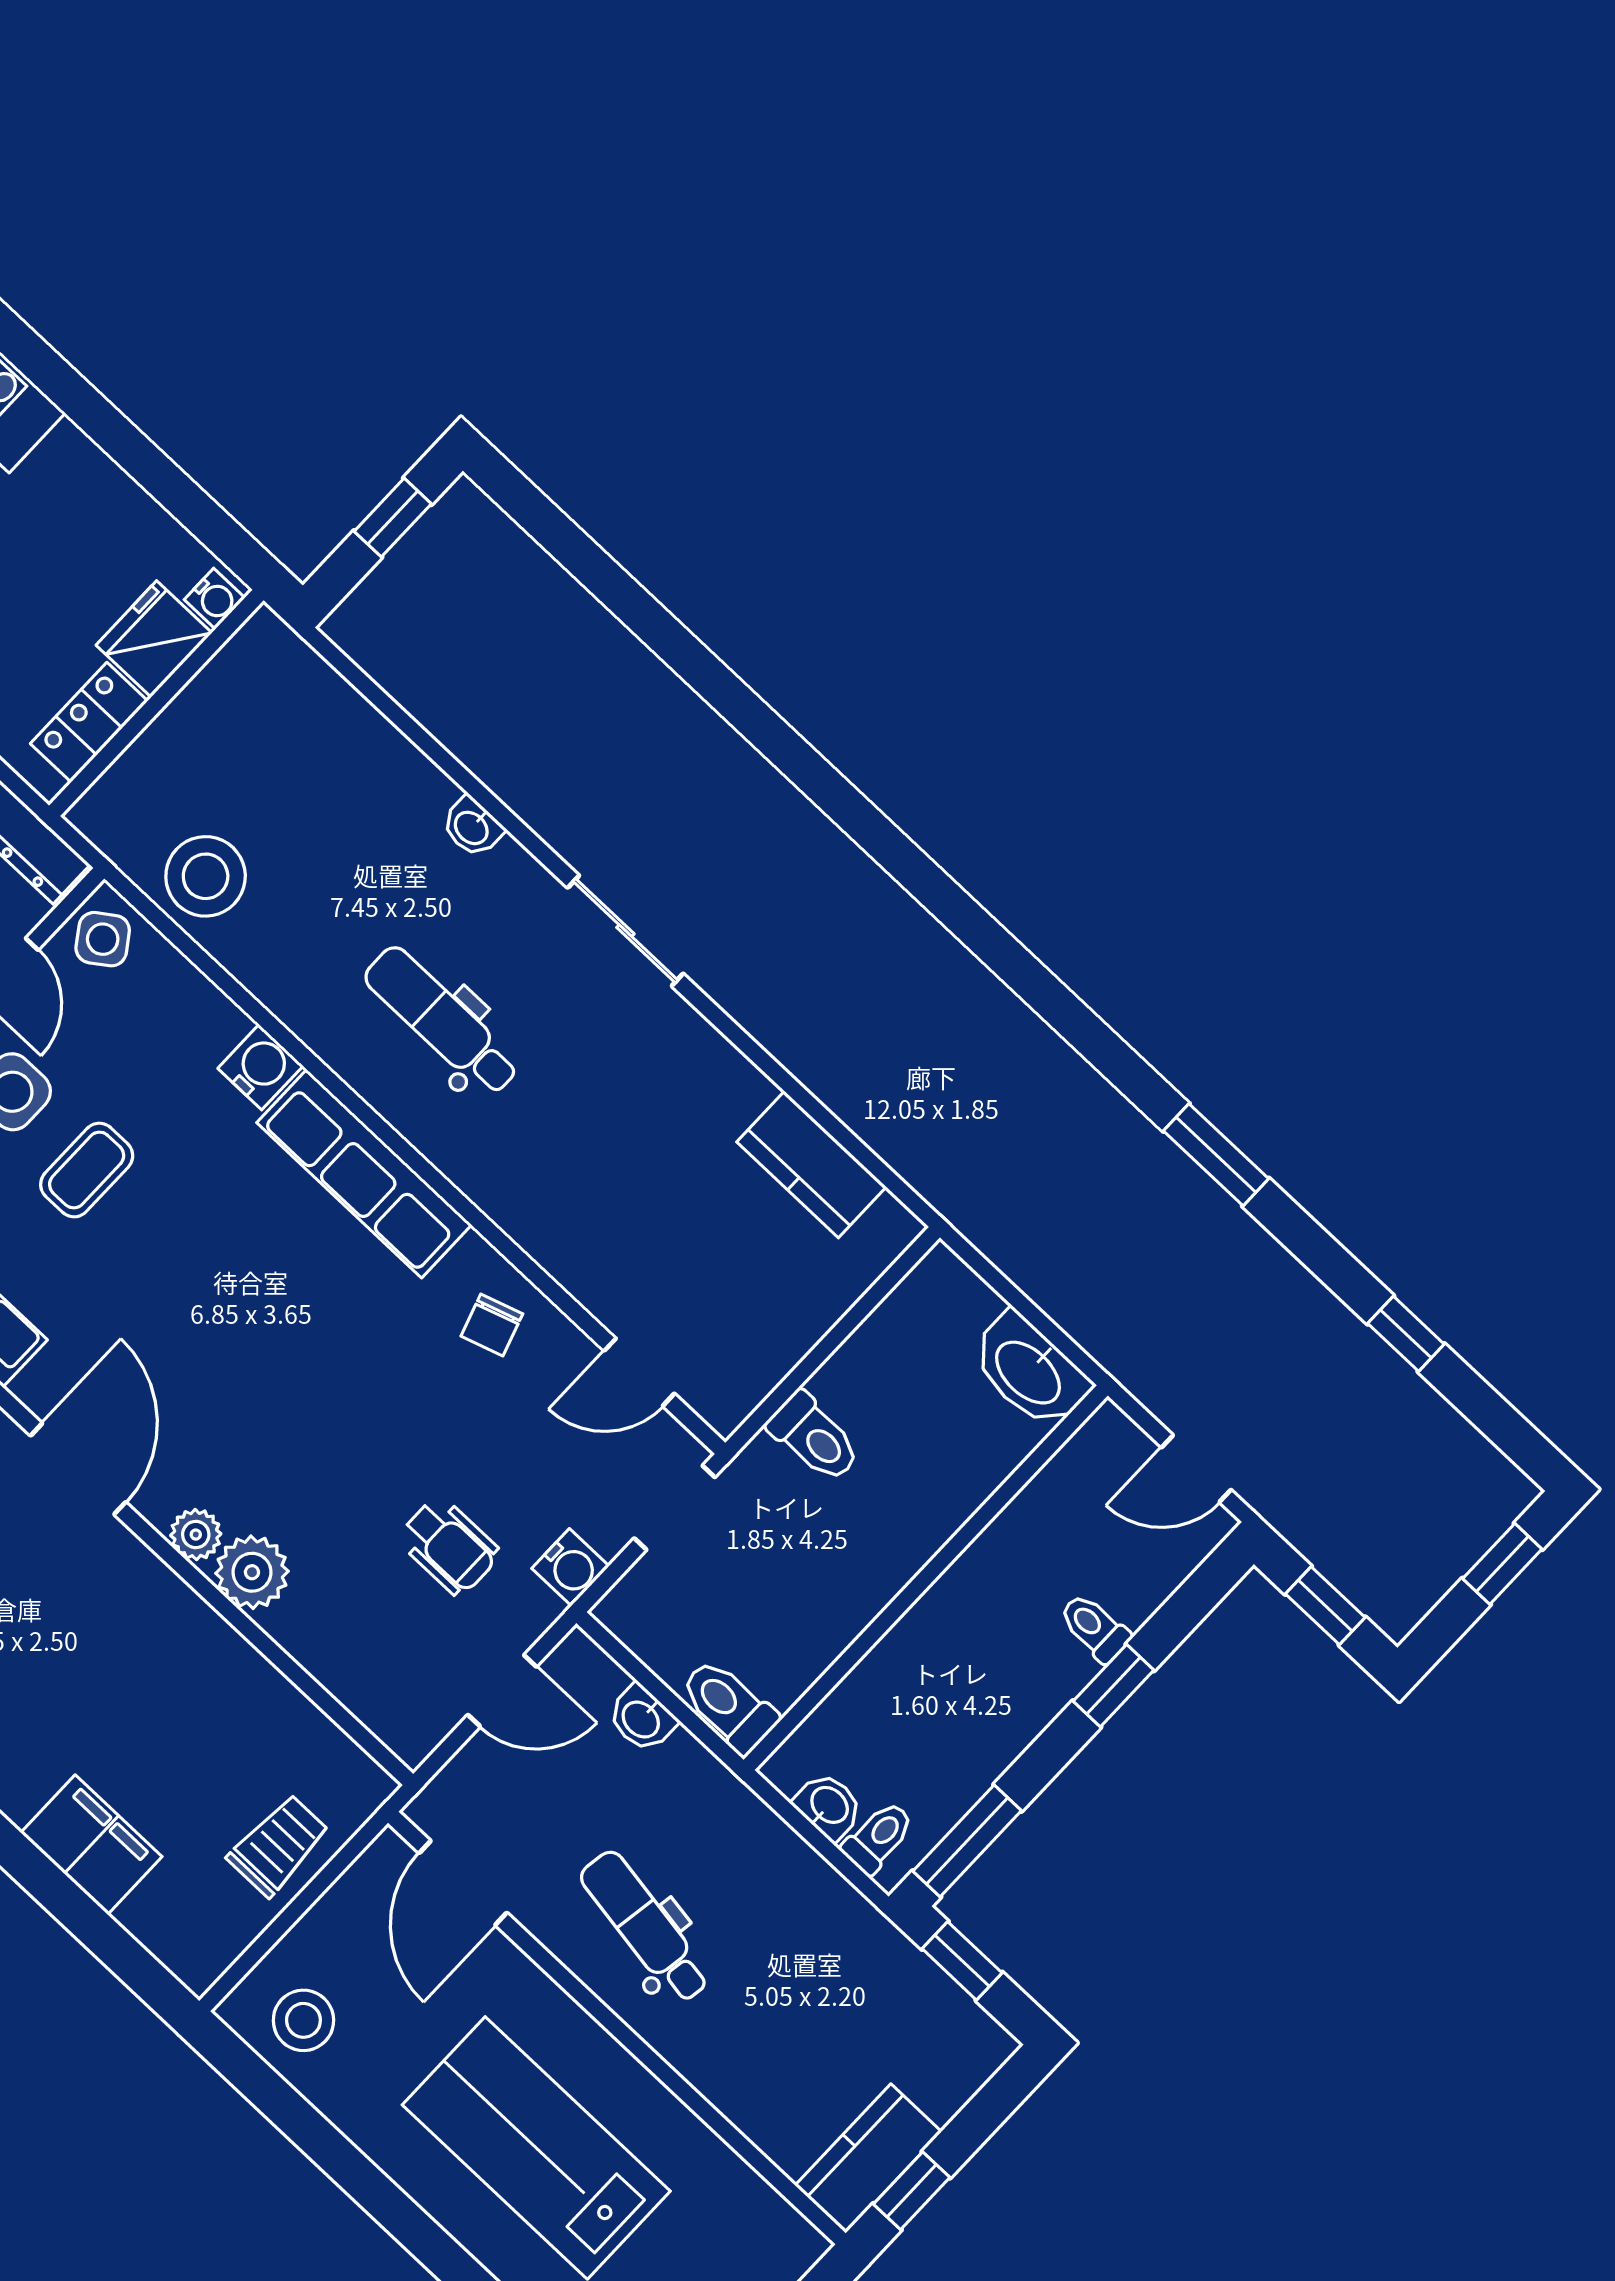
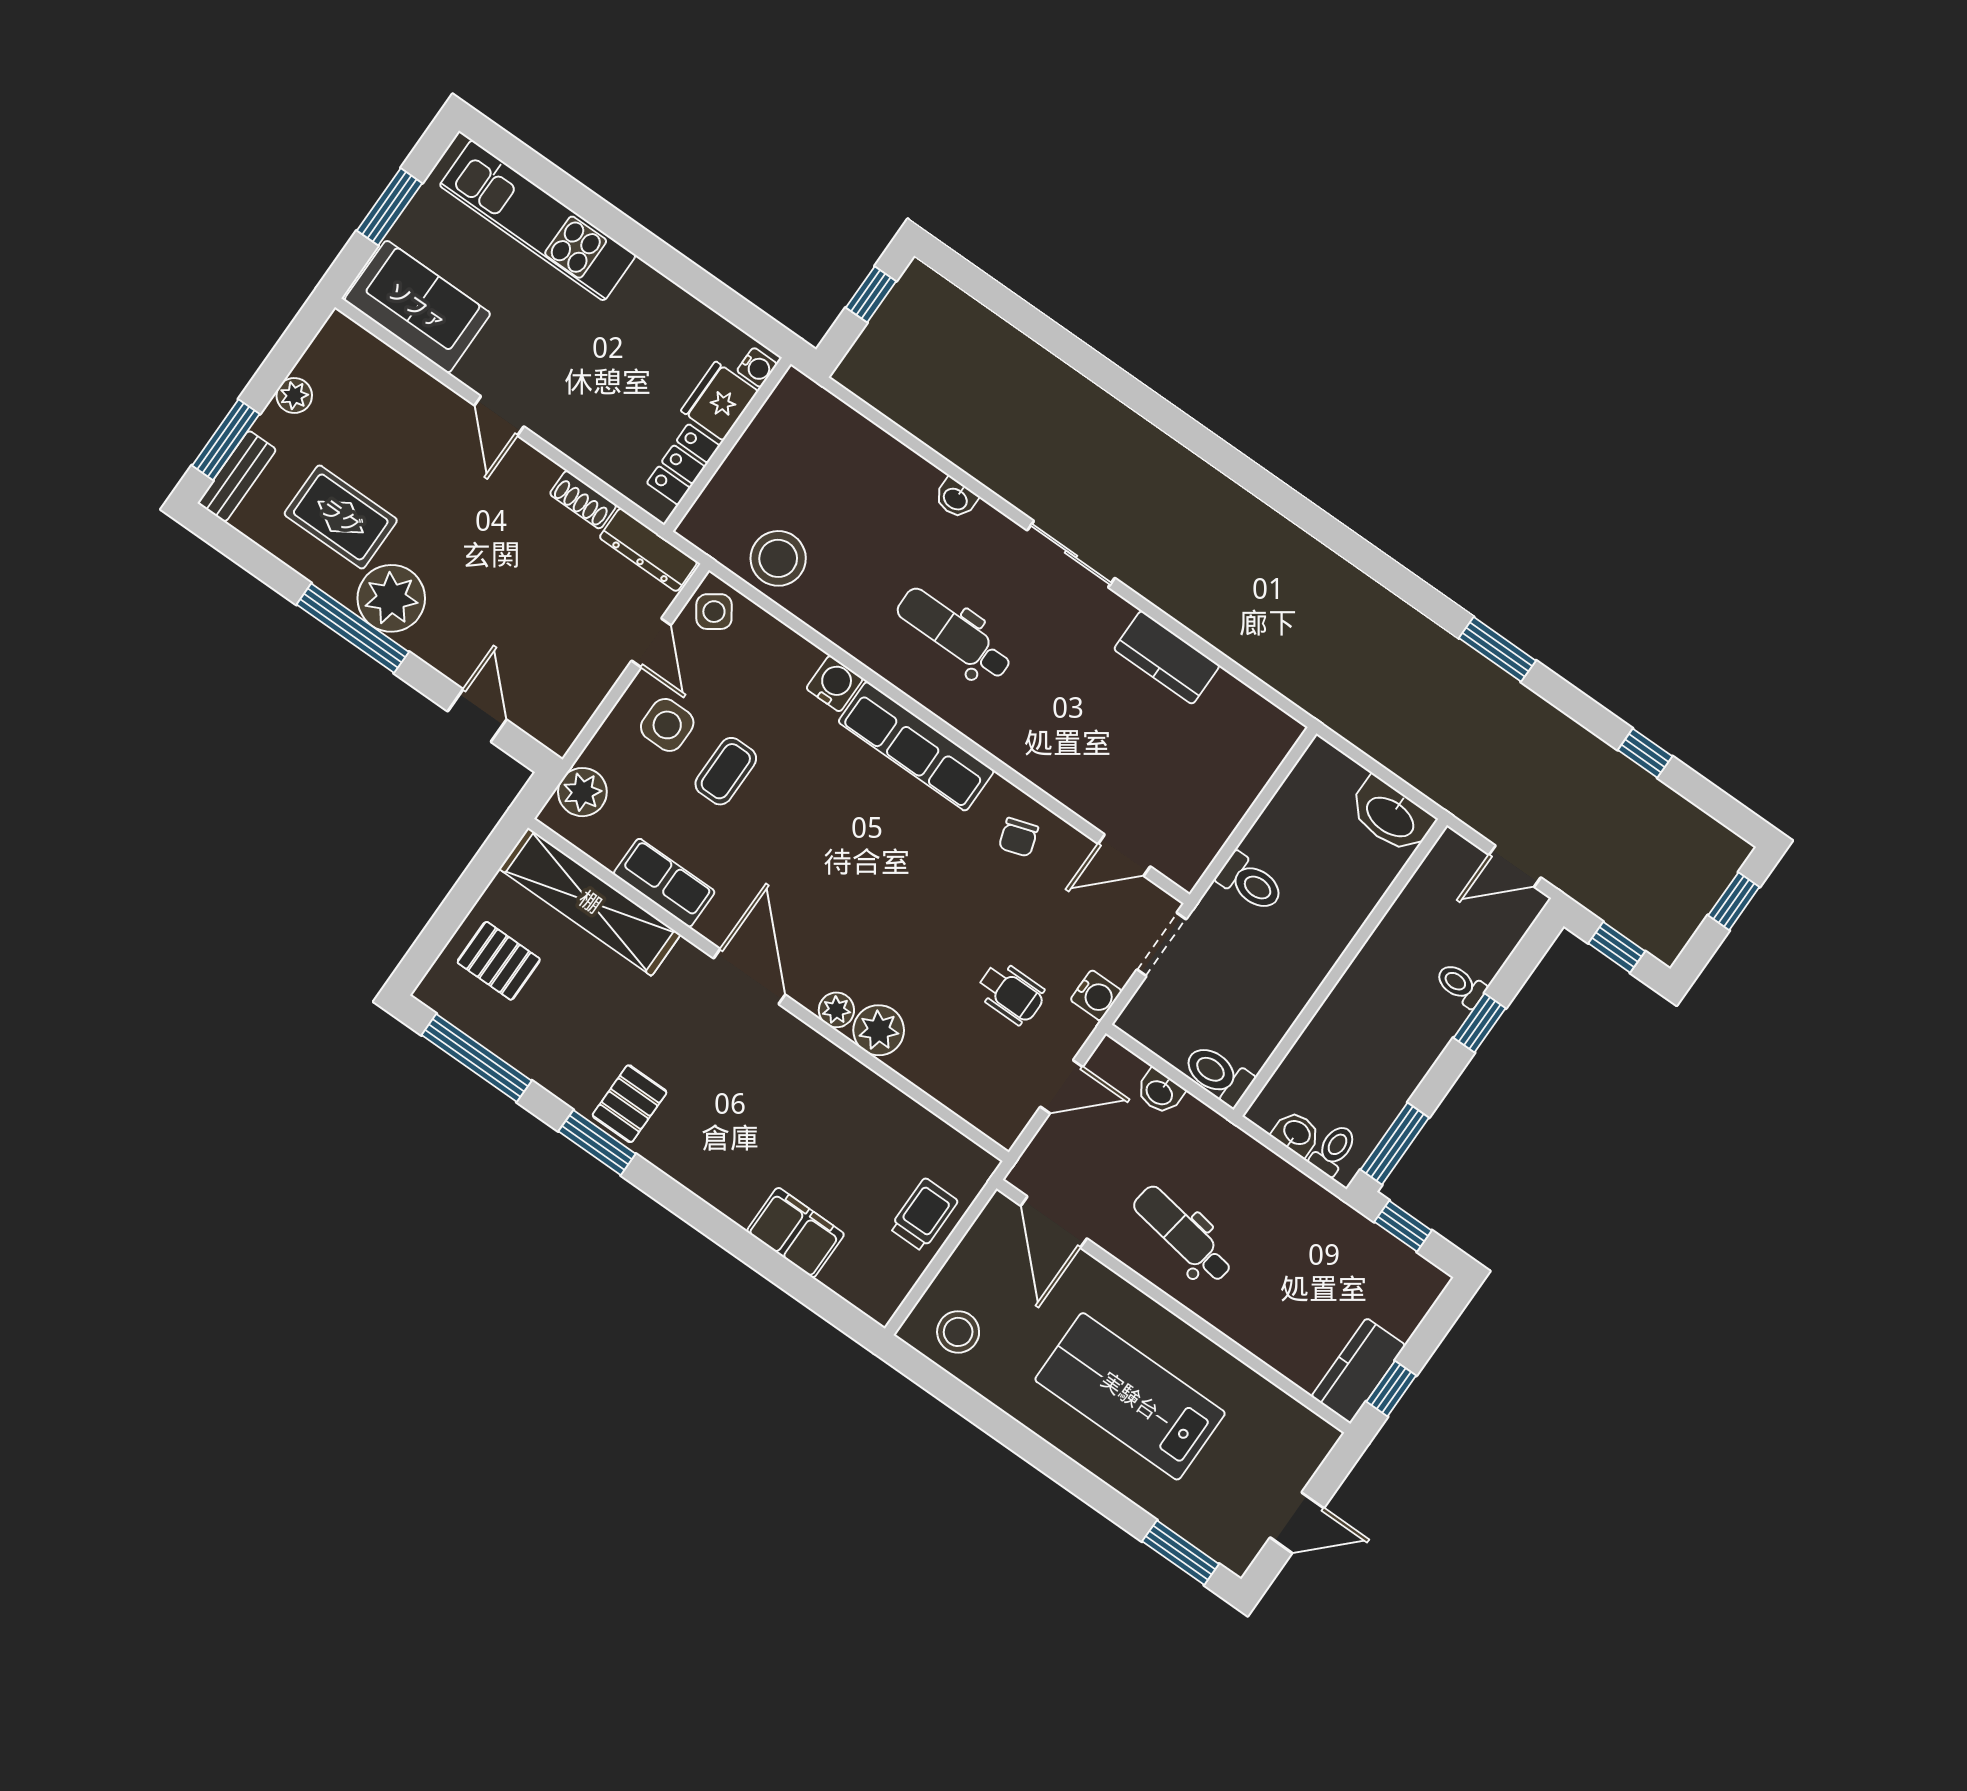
kitchen counter: (812, 1164) -> (1167, 657), moved

